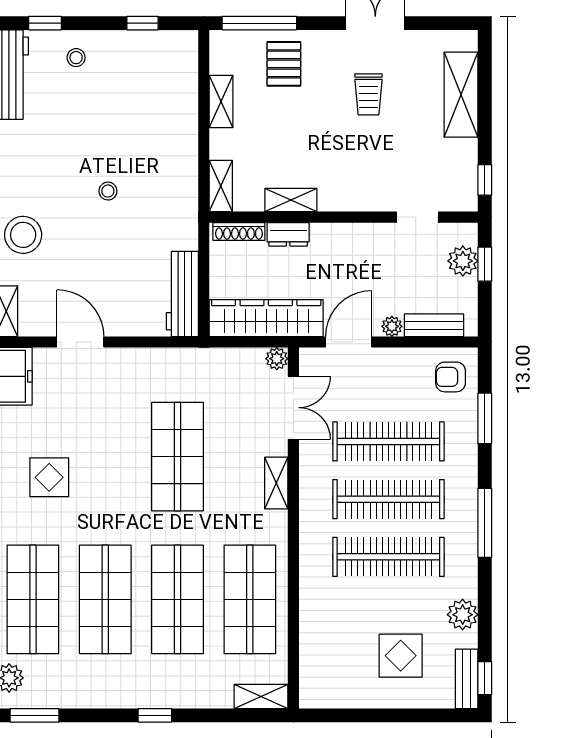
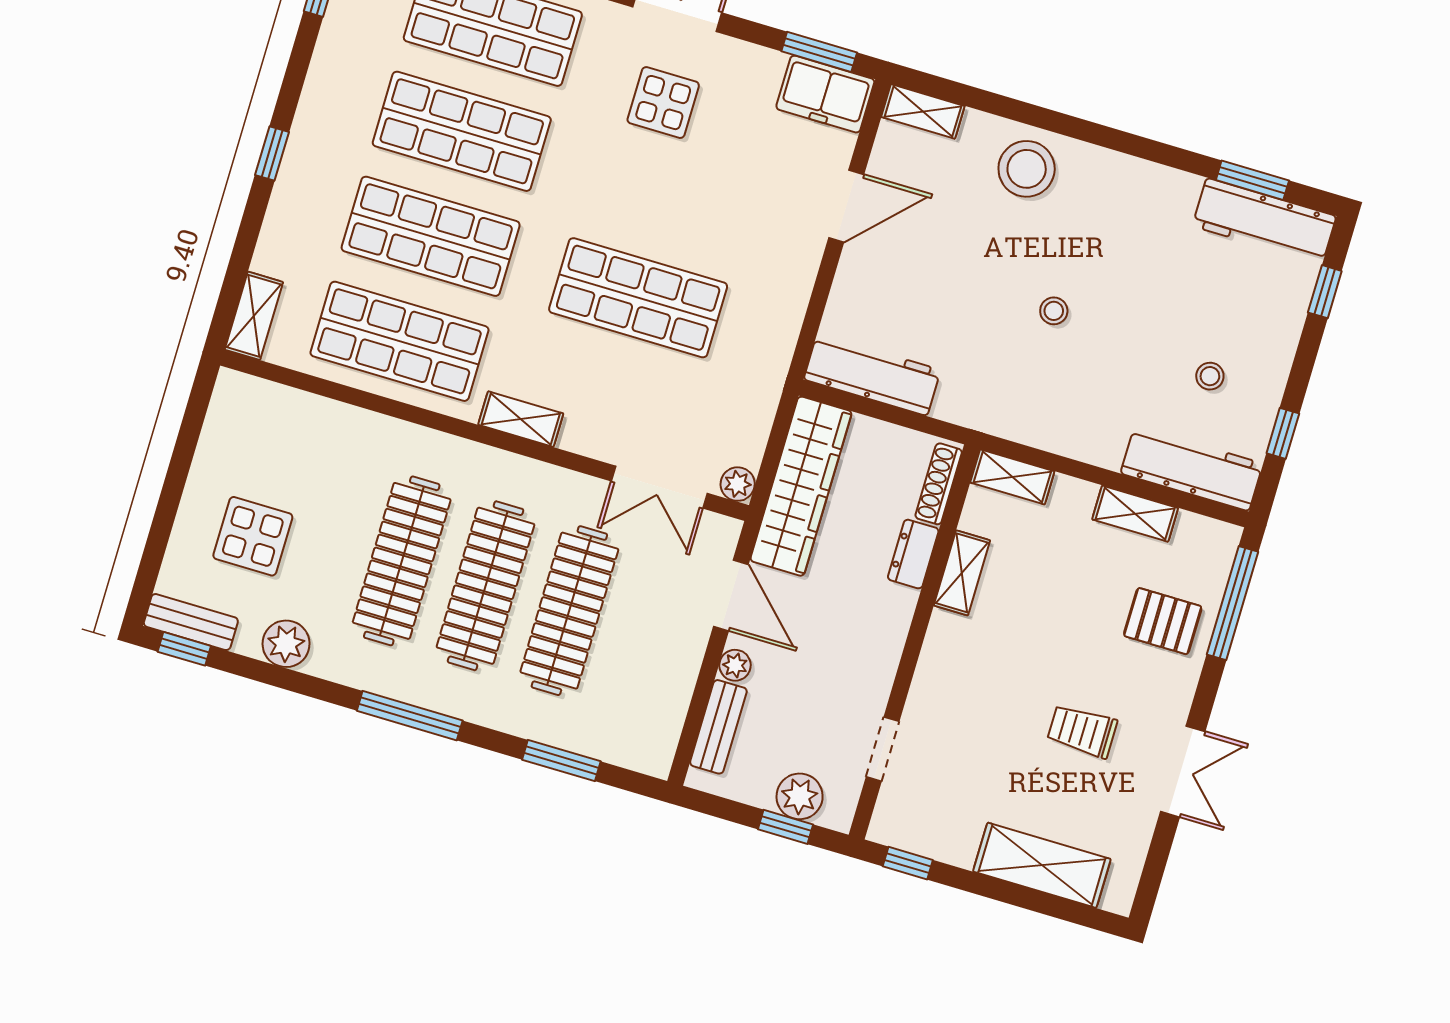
stool: (76, 58) -> (1210, 376), moved
workbench: (182, 74) -> (1192, 468), added
armchair: (451, 377) -> (636, 729), removed
shelving: (276, 483) -> (521, 419), moved

